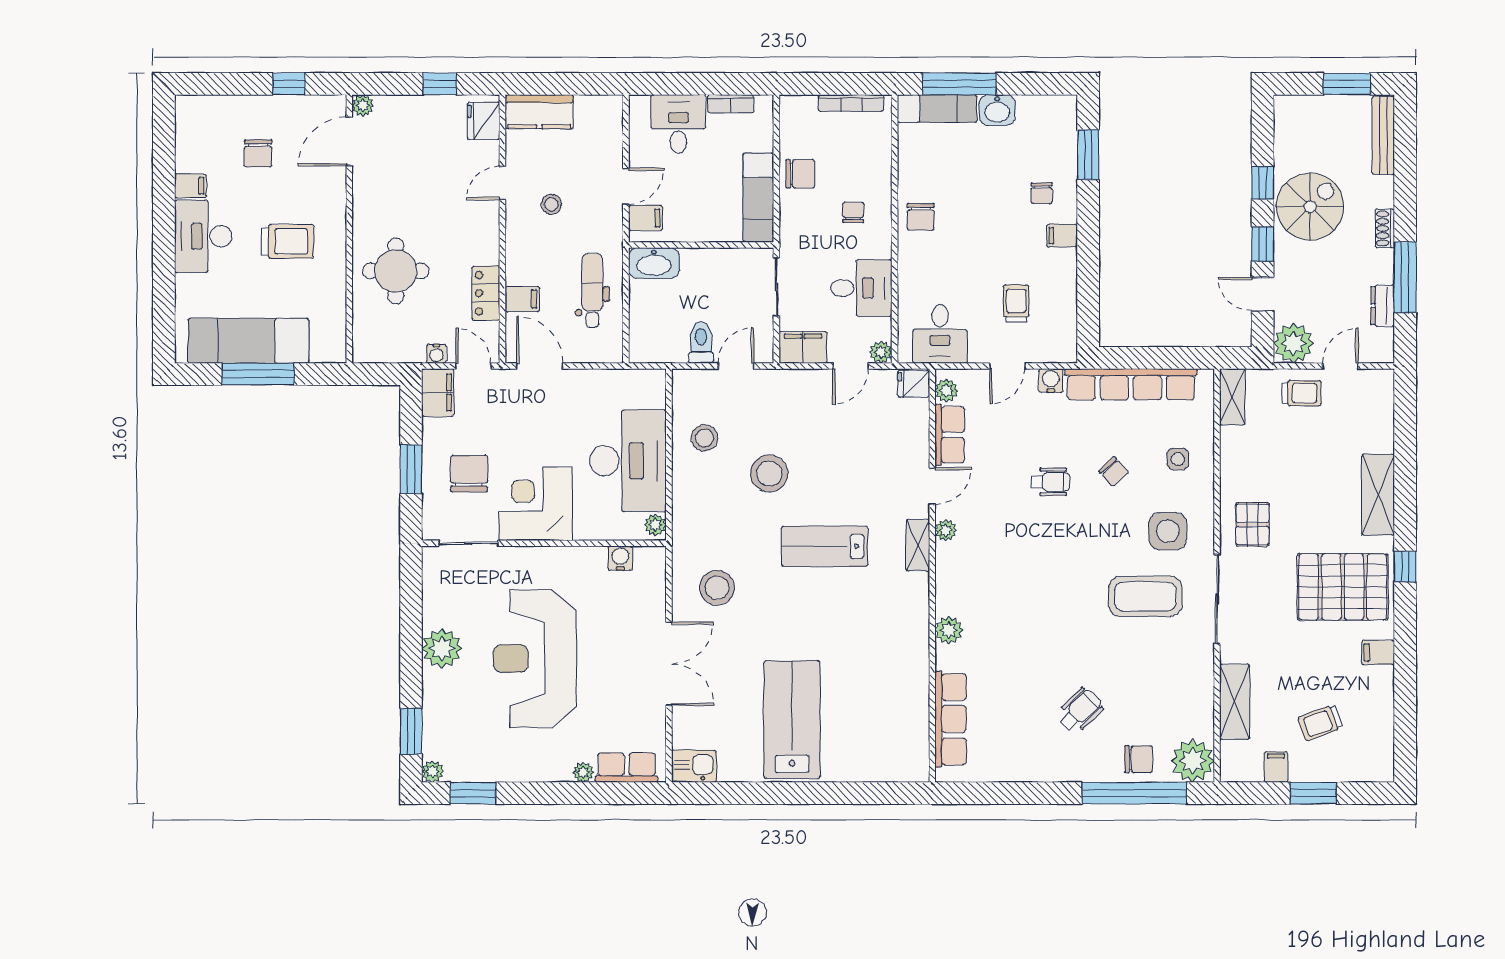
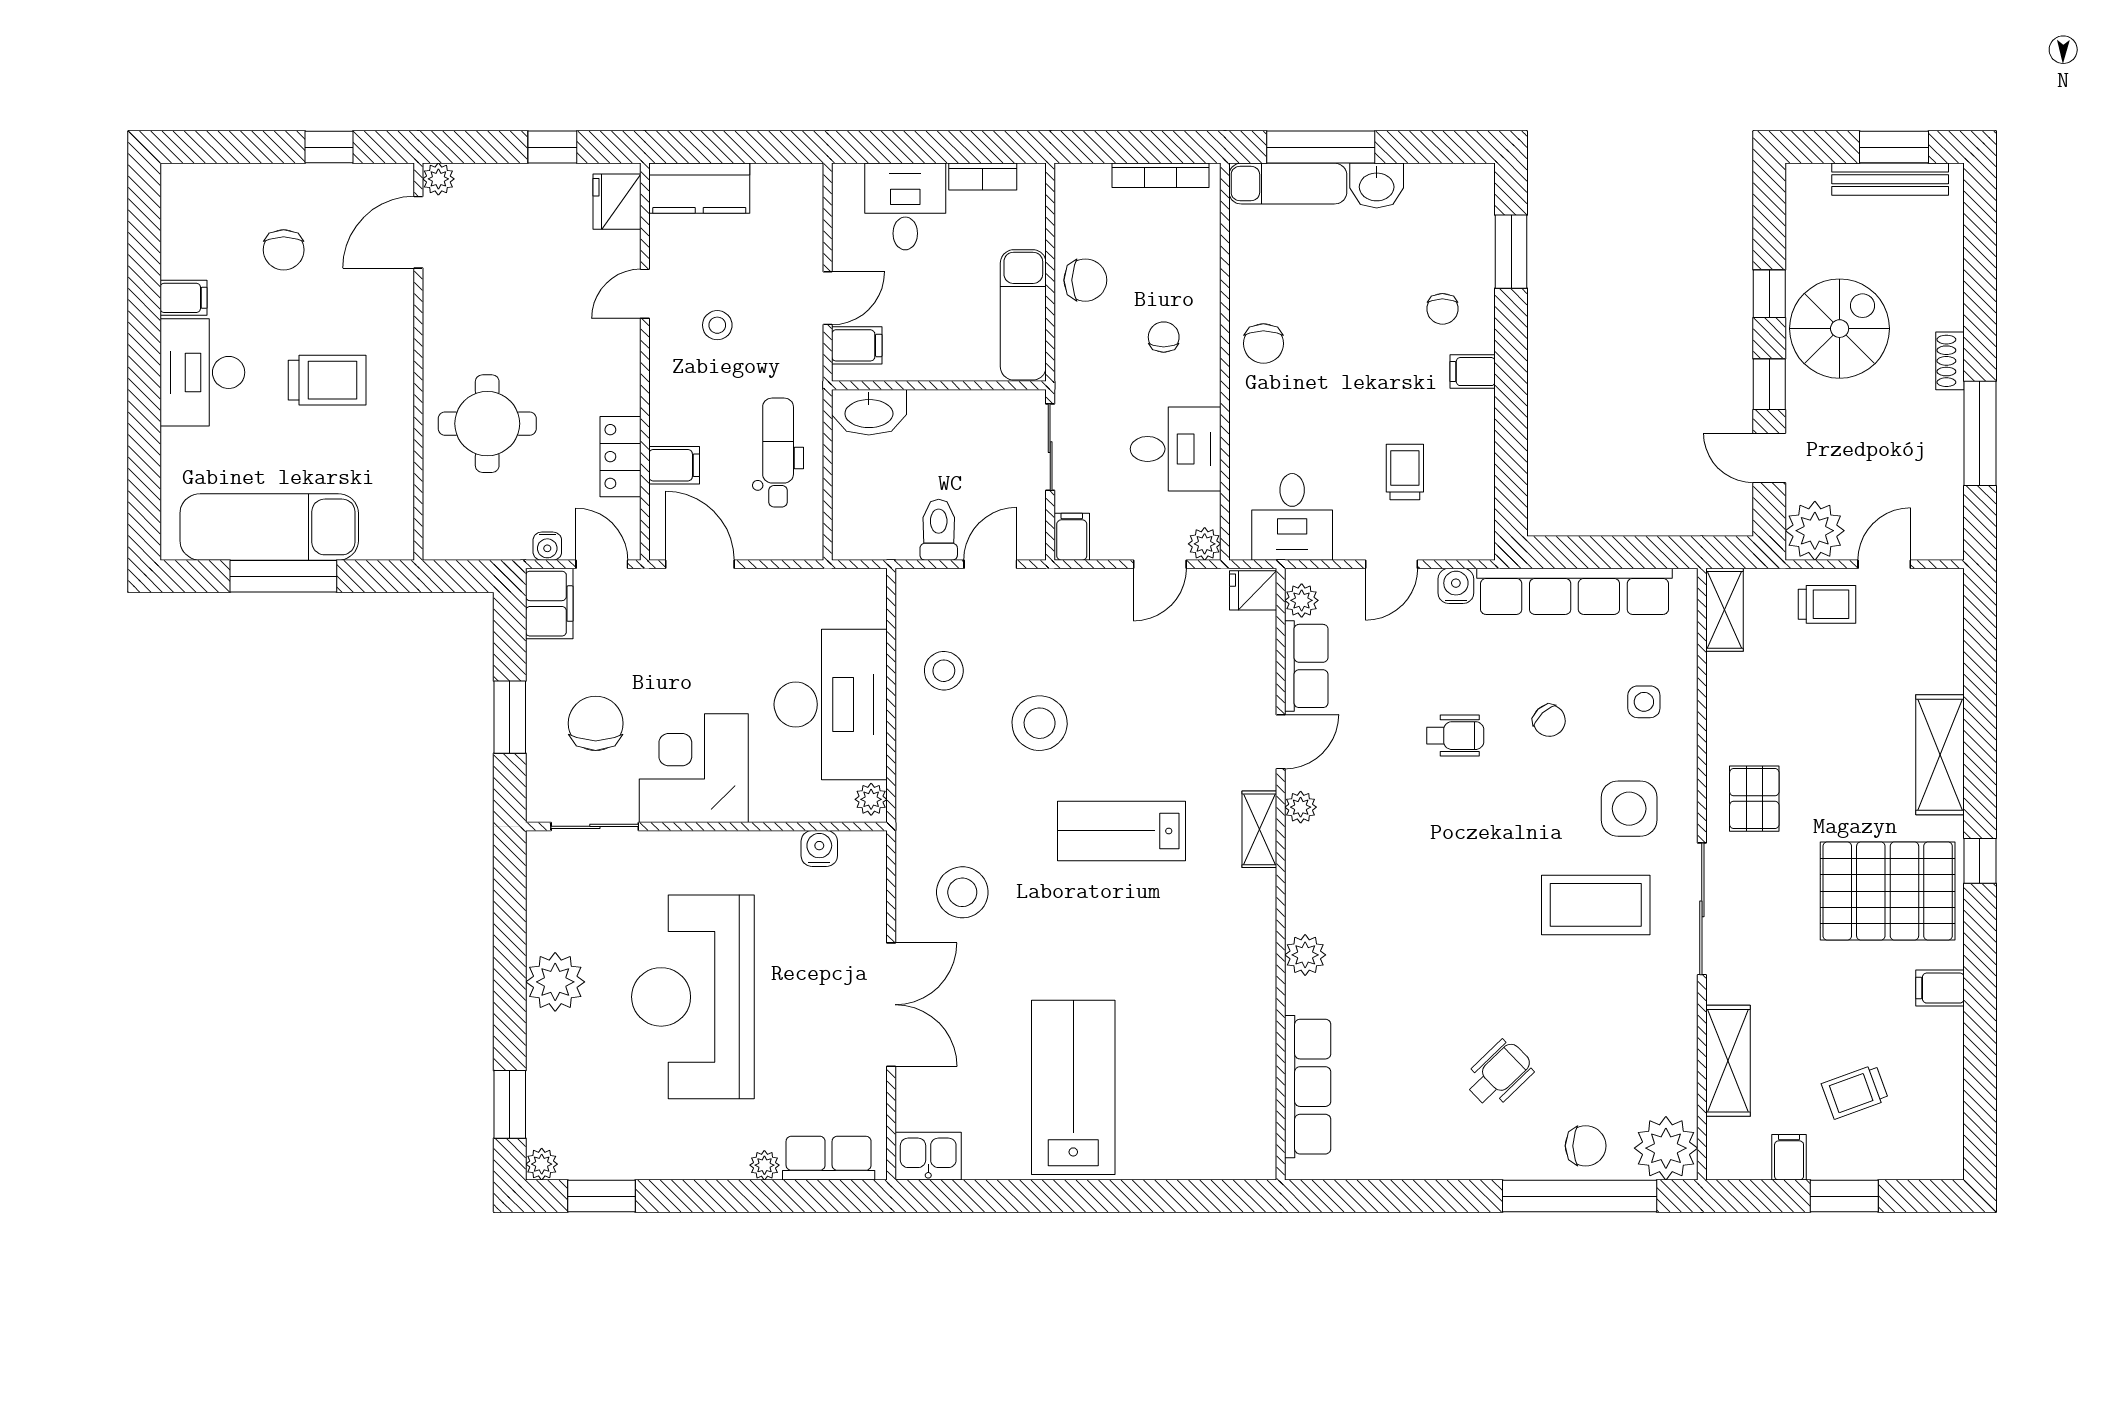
bench: (1383, 135) -> (1890, 179), moved, turned 90
dresser: (1383, 306) -> (1947, 475), removed
filing cabinet: (803, 347) -> (1072, 537), width x0.50

